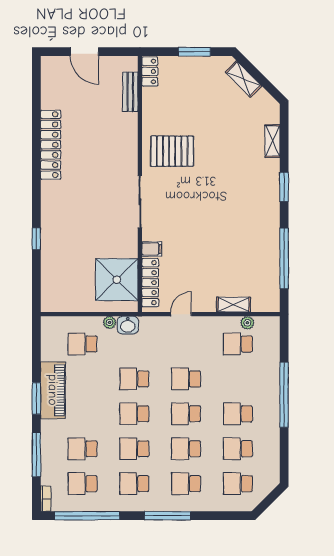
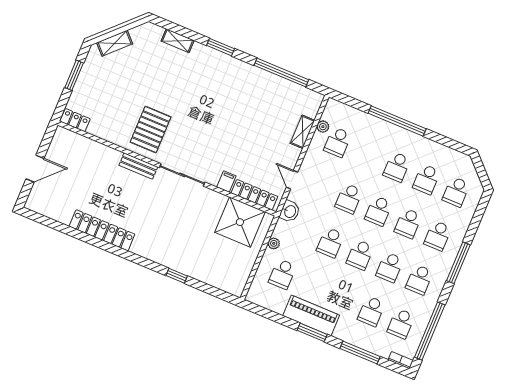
bench: (130, 92) -> (138, 166), moved
washbasin: (128, 325) -> (290, 211), moved

